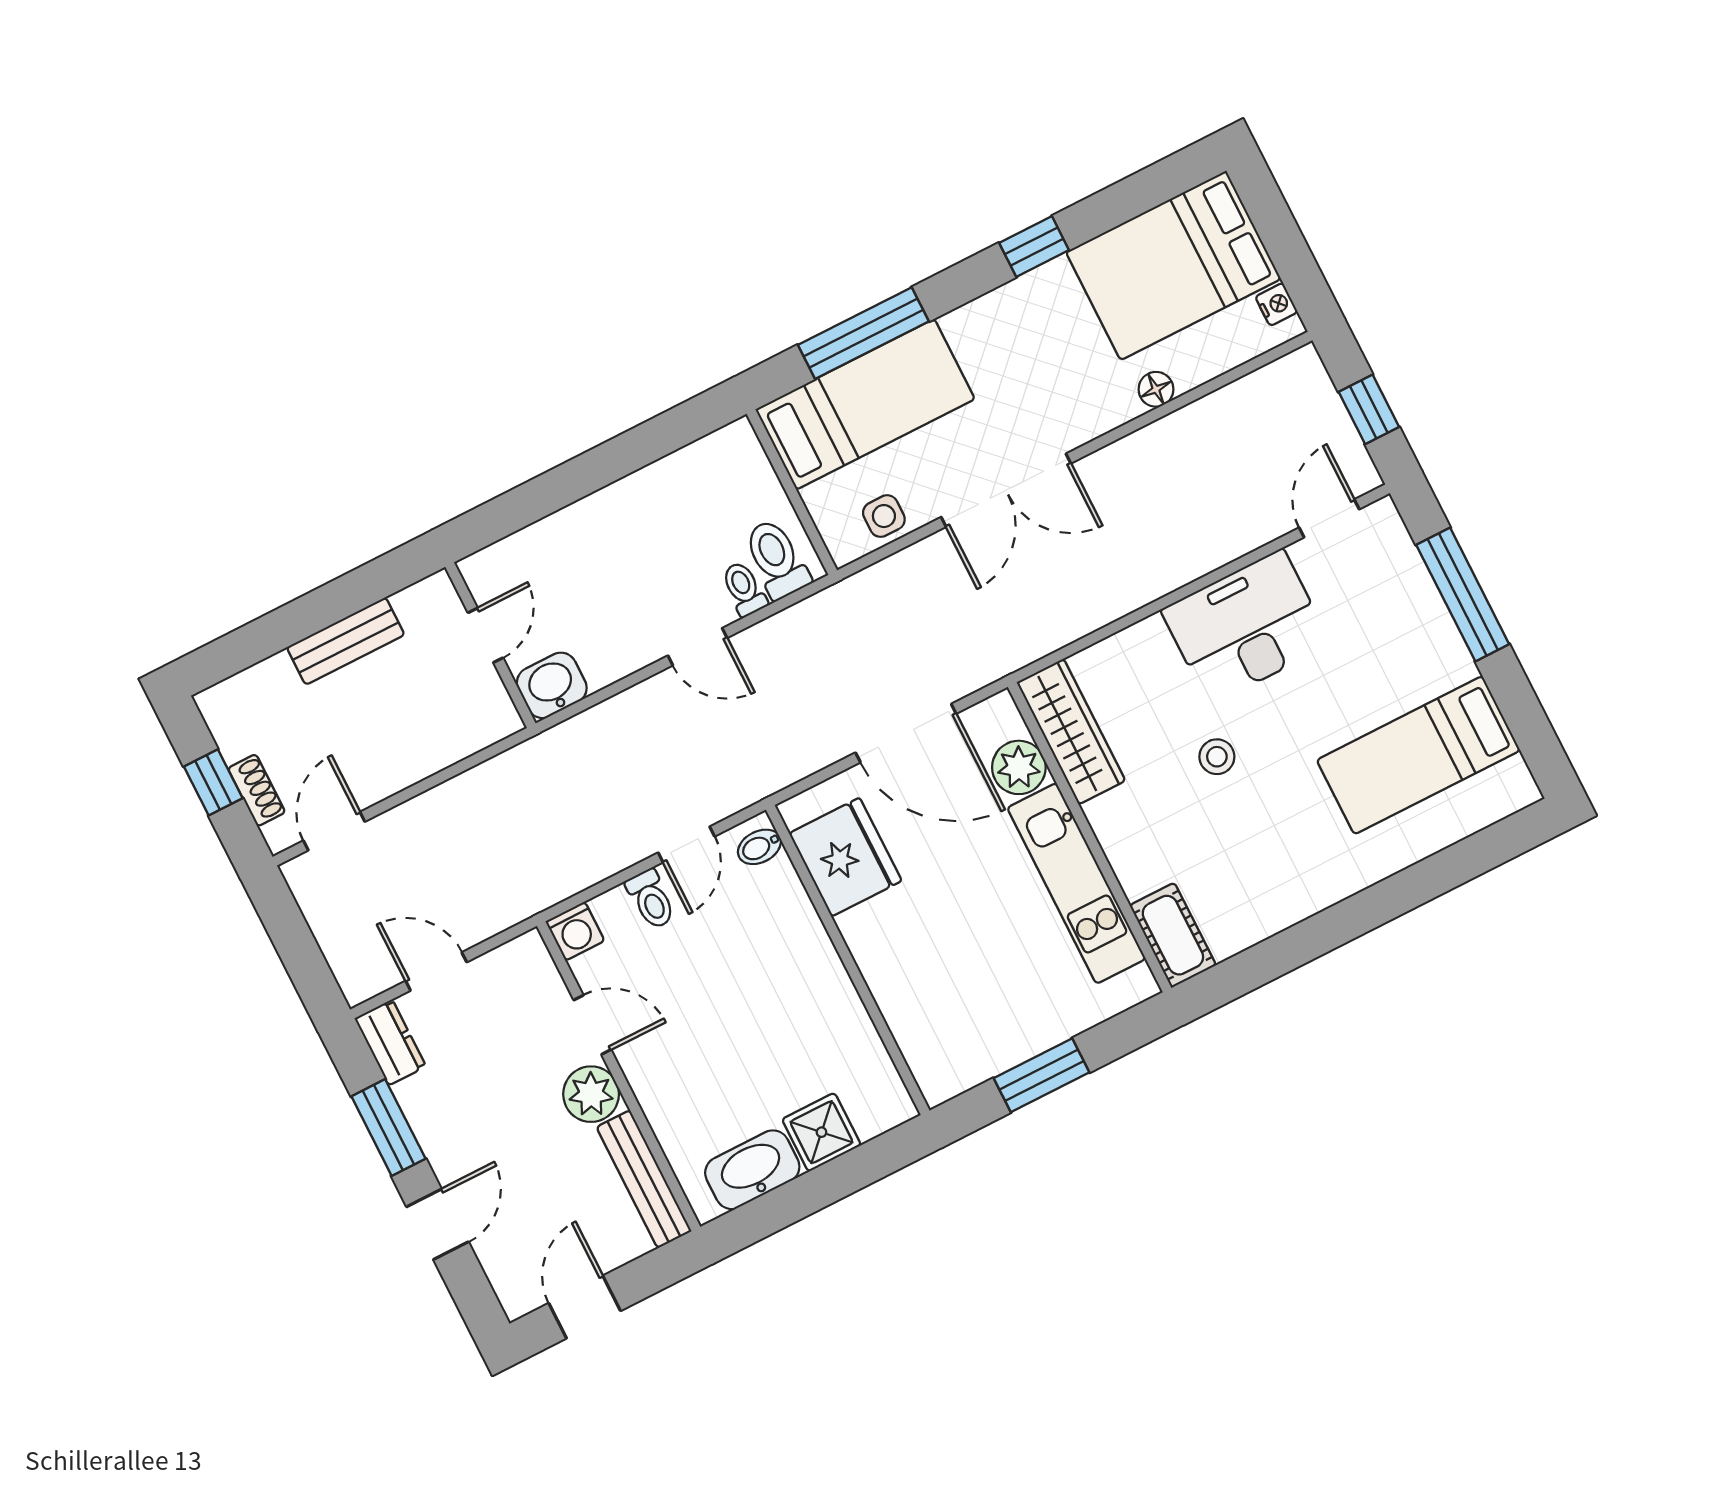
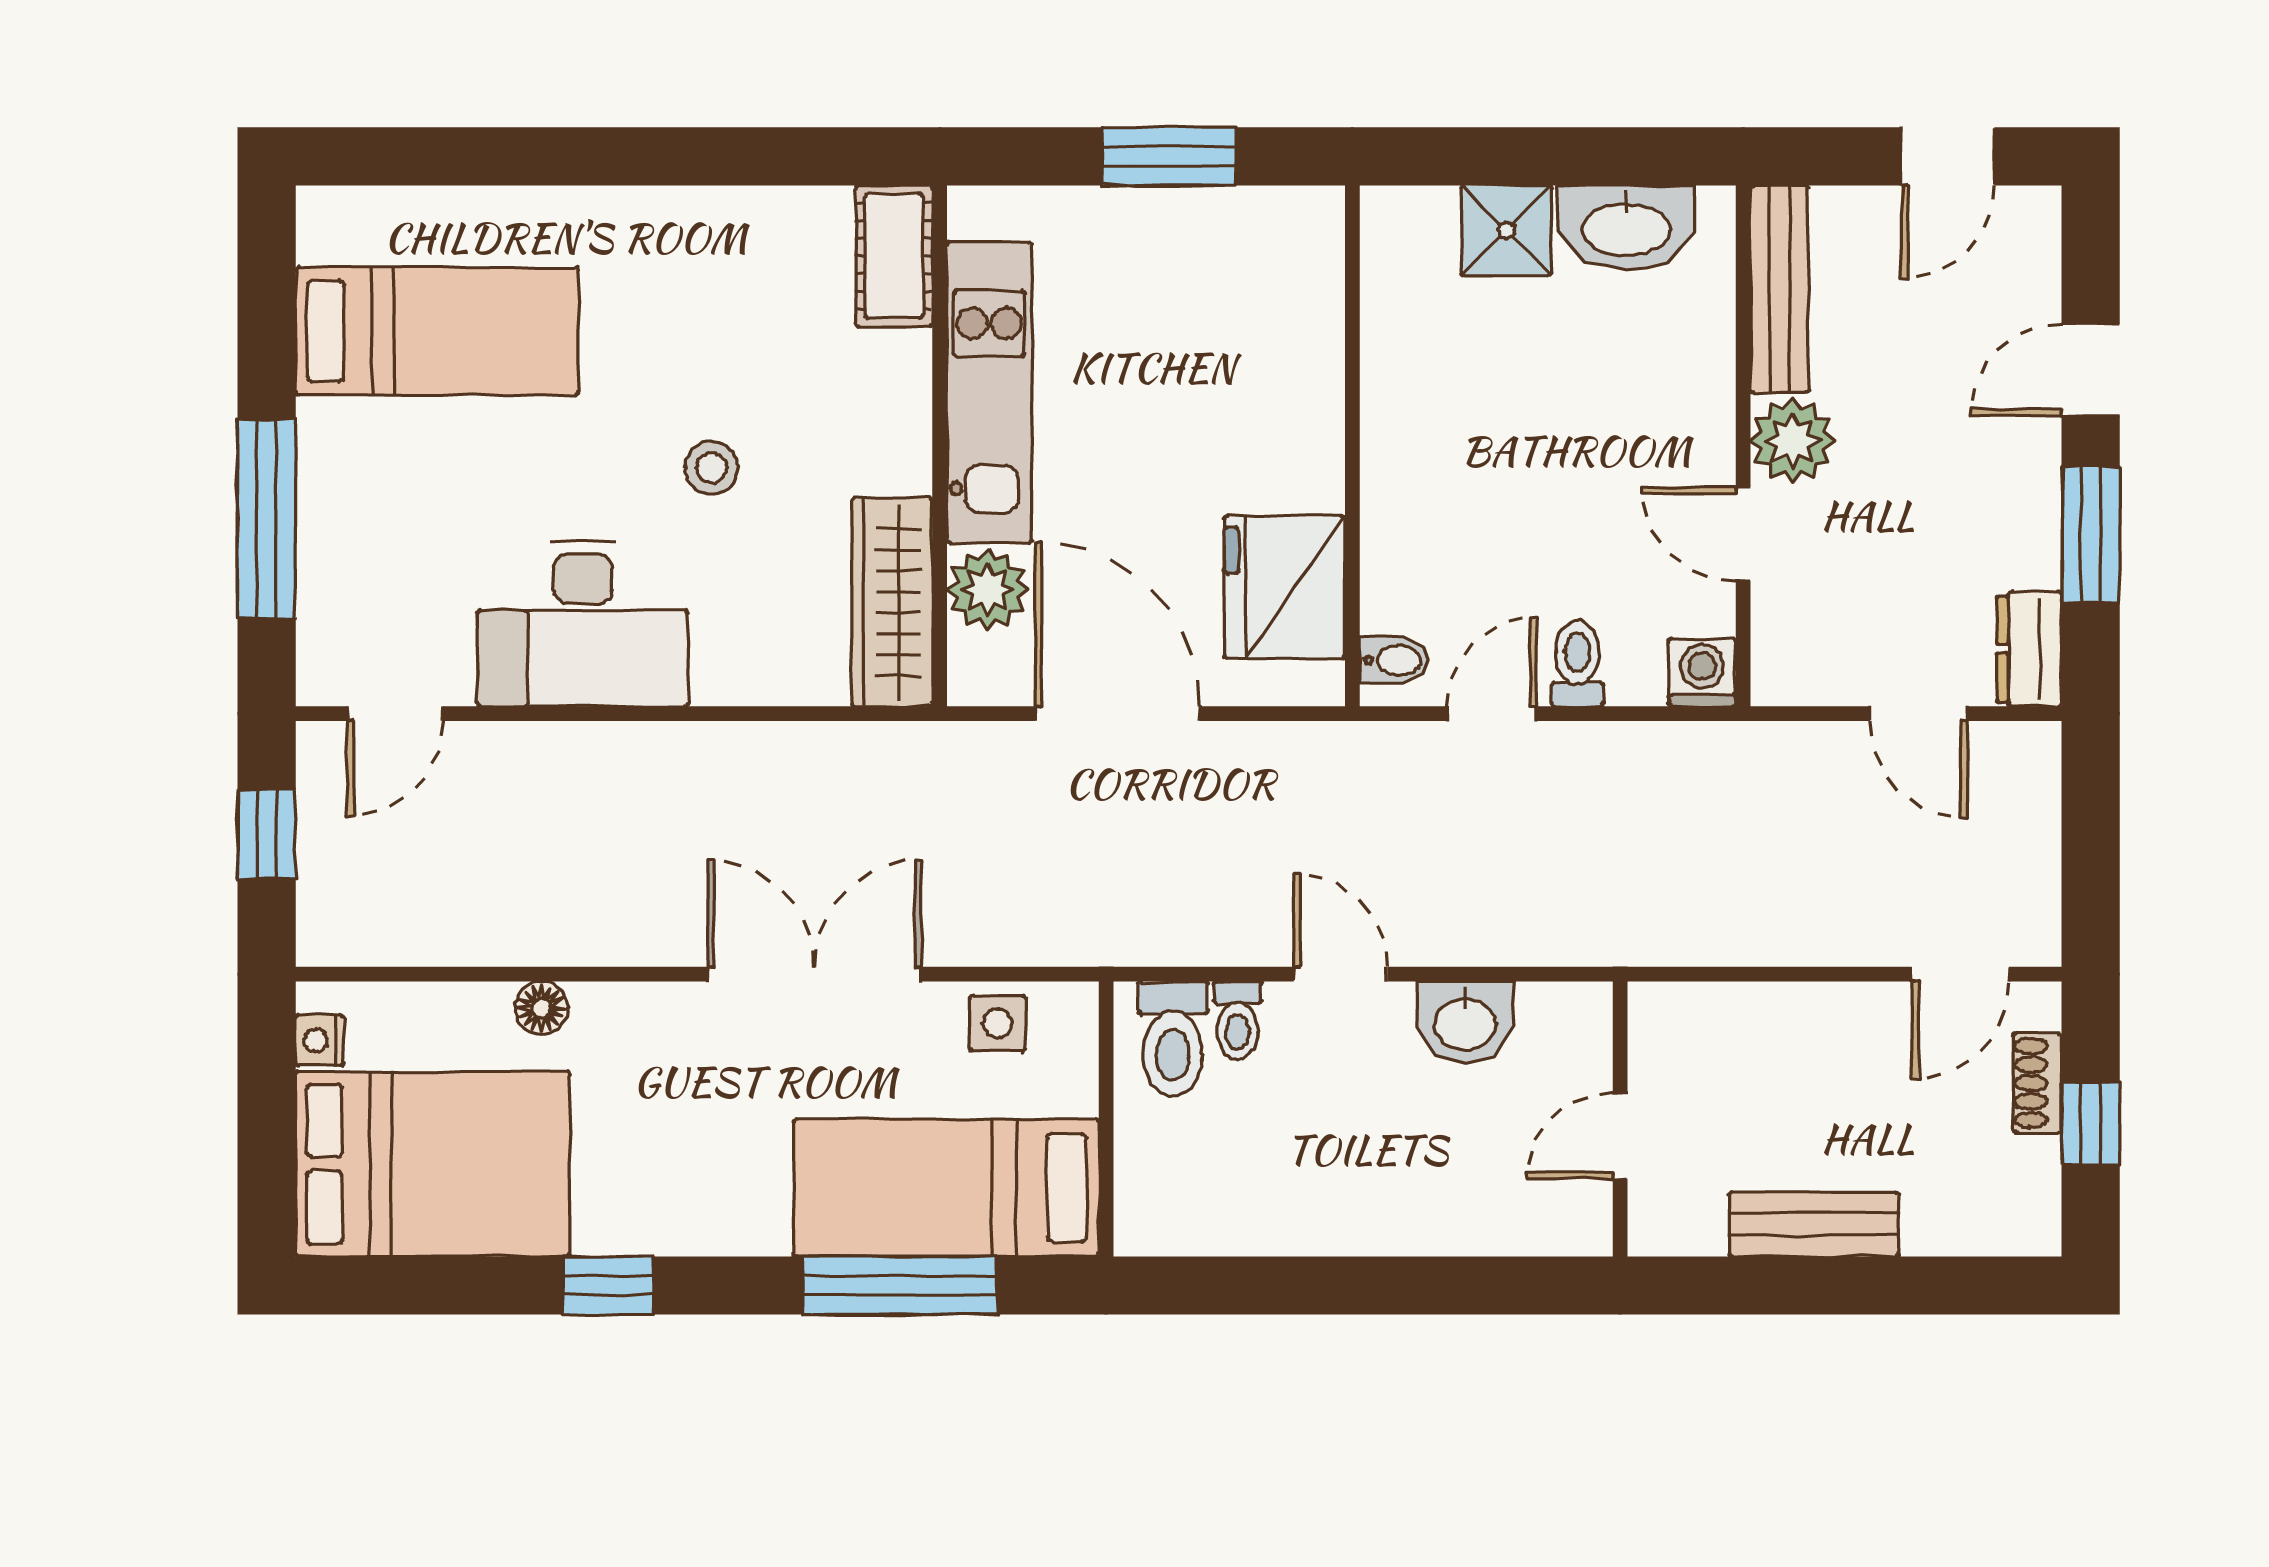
washbasin: (552, 685) -> (1465, 1022), moved

